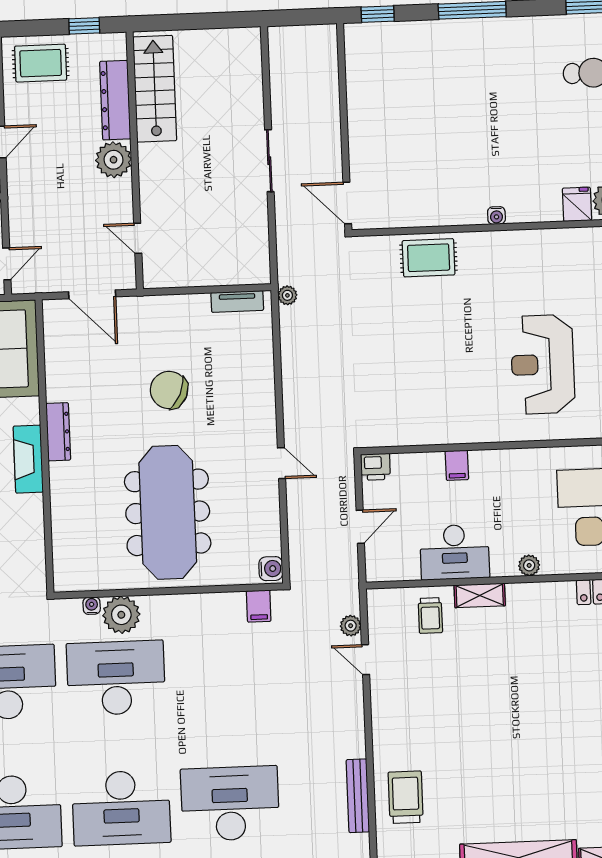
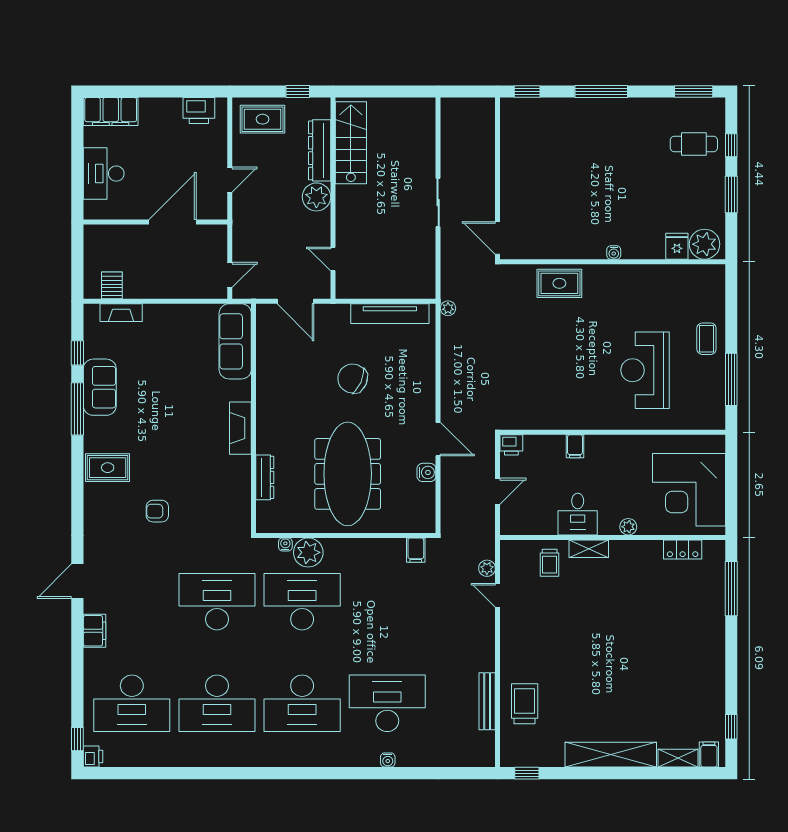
tv unit: (237, 301) -> (390, 314), width x1.92, depth x1.29
dresser: (58, 432) -> (265, 477), moved
door: (281, 463) -> (438, 439), width x1.37
desk: (455, 552) -> (578, 514), width x0.73
water cooler: (271, 569) -> (426, 472), moved

